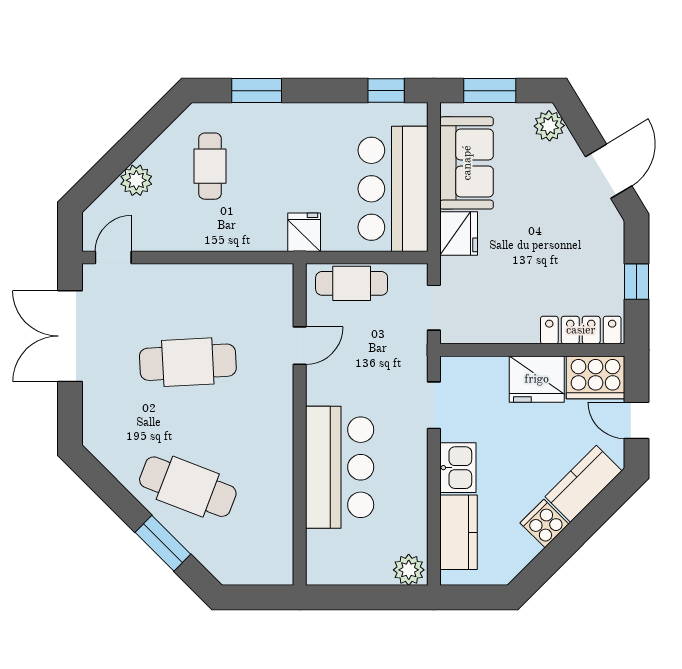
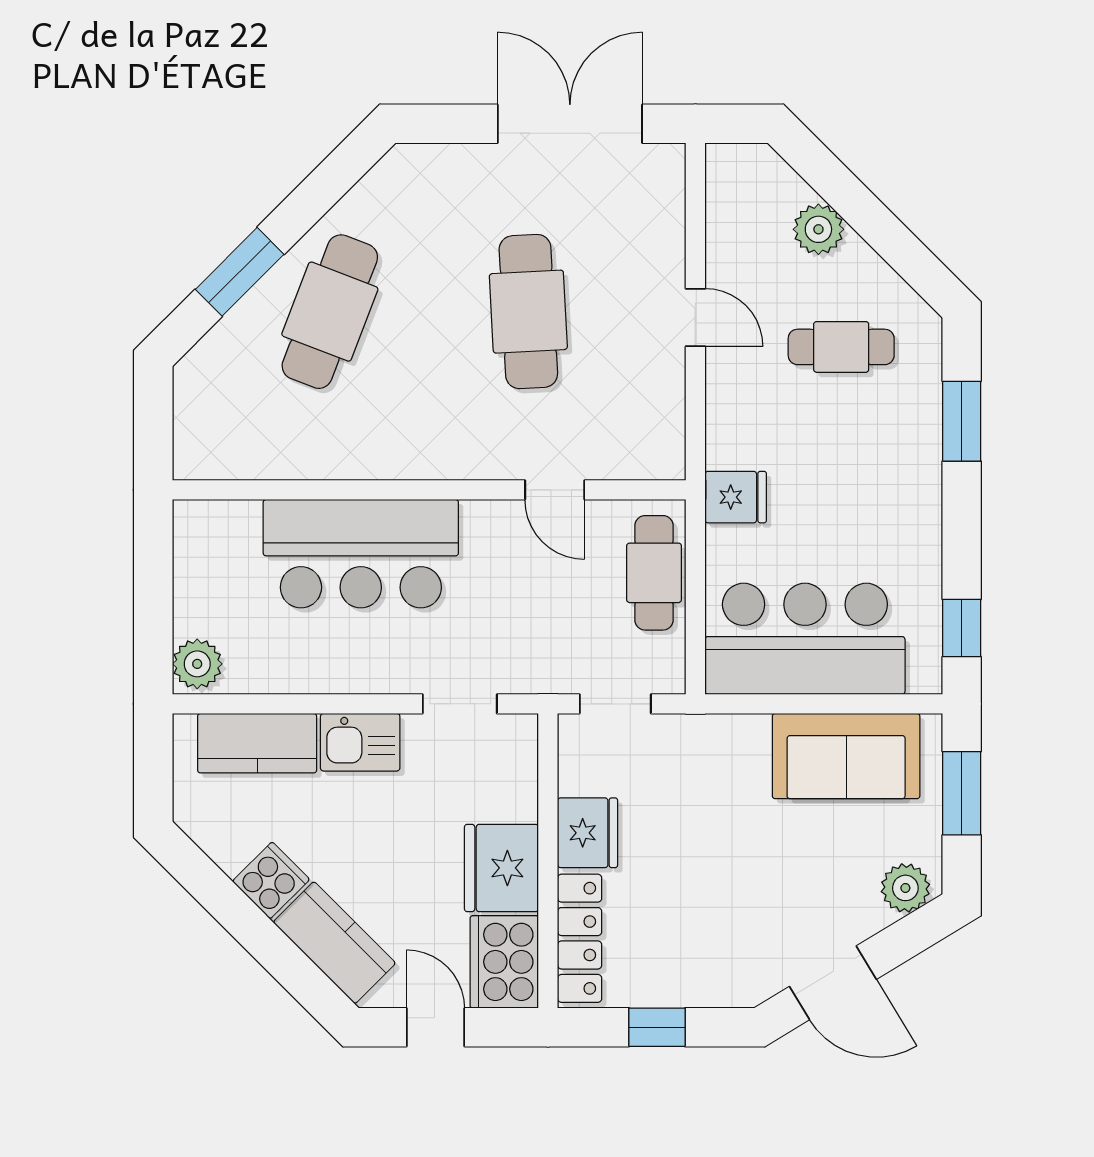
fridge: (459, 233) -> (588, 833), moved, turned -90
door: (113, 257) -> (695, 317), moved
door: (637, 420) -> (435, 1027), hinge flipped

